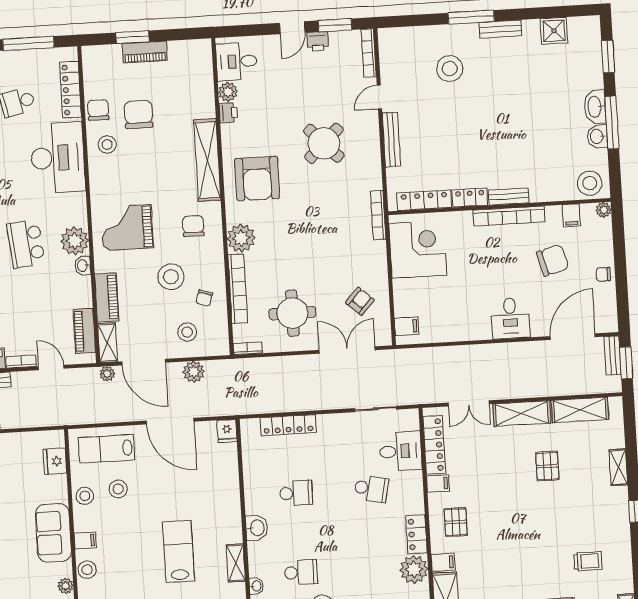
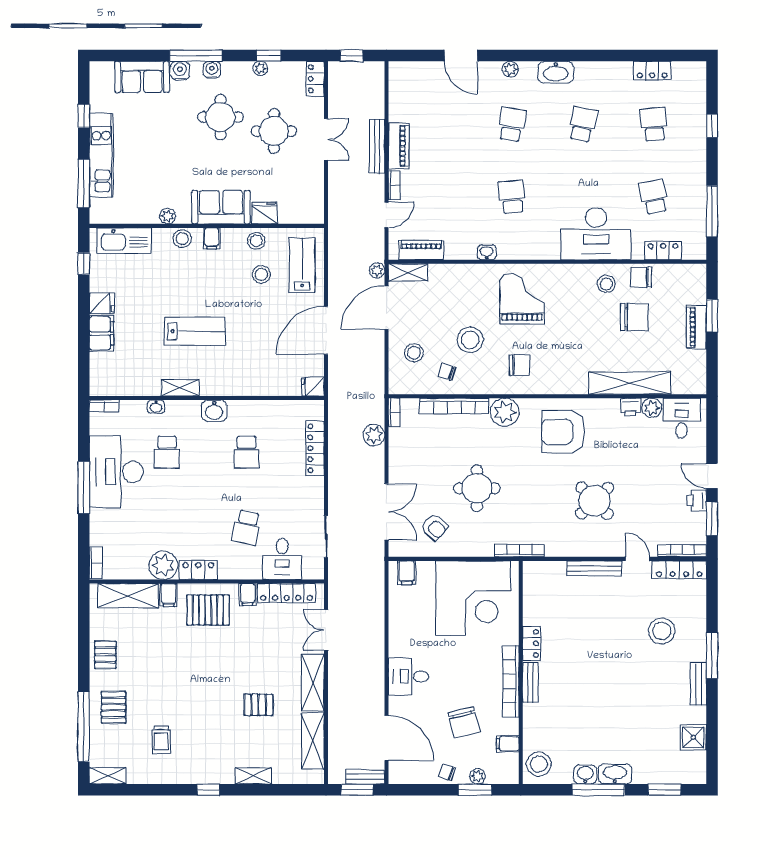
locker: (71, 90) -> (663, 251), width x0.66
chair: (98, 110) -> (641, 277), turned 180
shelving: (207, 160) -> (630, 383), moved
locker: (424, 200) -> (679, 570), moved, turned 90
plant: (604, 210) -> (478, 776), moved
plant: (75, 241) -> (512, 246), removed
school desk: (26, 244) -> (512, 197), width x0.54
window: (619, 245) -> (475, 790), added
corner desk: (418, 249) -> (473, 598), width x1.36, depth x1.36
chair: (603, 274) -> (447, 772), turned -71
piano: (107, 297) -> (453, 275), removed
round table: (292, 313) -> (477, 488), moved
plant: (194, 372) -> (374, 435), moved
fridge: (55, 461) -> (264, 213), moved
pallet: (456, 522) -> (208, 610), width x1.50, depth x1.42

